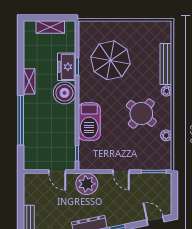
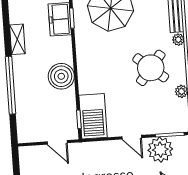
boiler: (64, 93) -> (61, 76), moved
barbecue: (89, 122) -> (93, 116), moved
plant: (87, 184) -> (160, 150), moved

